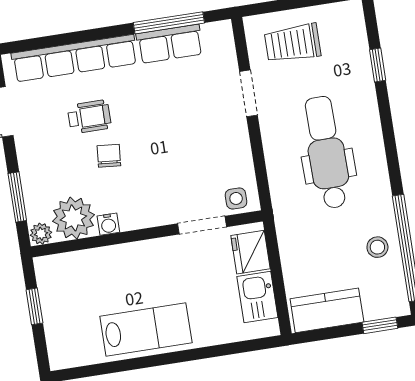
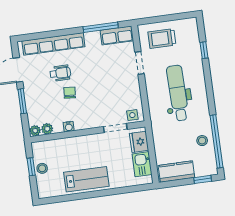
row of seats: (170, 44) -> (117, 35), moved
window: (17, 197) -> (22, 101), moved
plant: (73, 218) -> (47, 129), width x0.53, depth x0.53
stool: (57, 309) -> (42, 168), added

